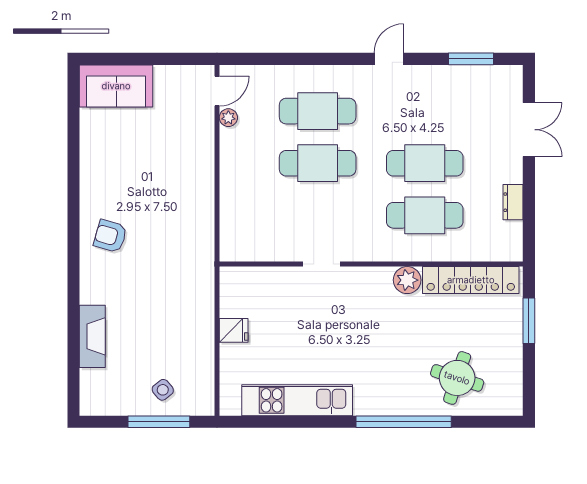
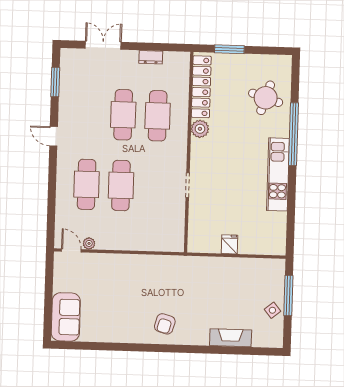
side table: (163, 390) -> (272, 310), moved
kitchen unit: (297, 400) -> (278, 174), moved

